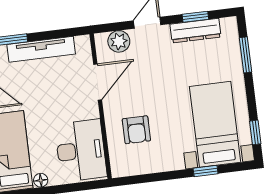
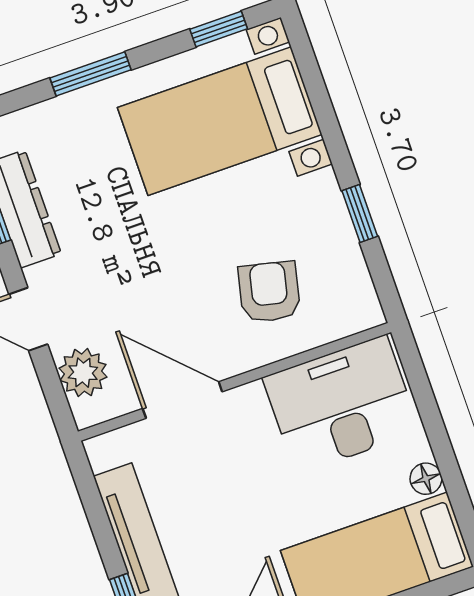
window: (245, 55) -> (90, 74), moved
armchair: (136, 130) -> (269, 292), turned -77
window: (206, 171) -> (360, 214), moved

